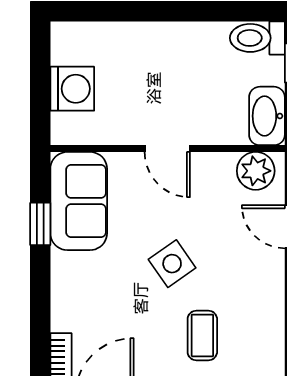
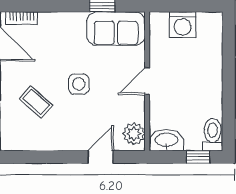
side table: (172, 264) -> (79, 84), turned 35
coffee table: (202, 335) -> (36, 102), turned 42

